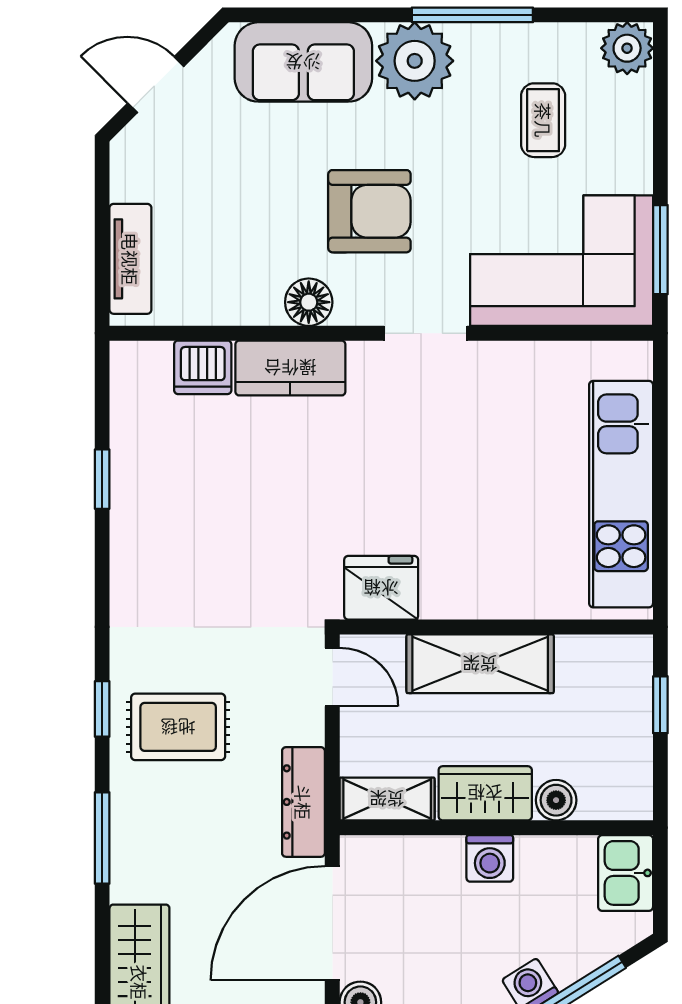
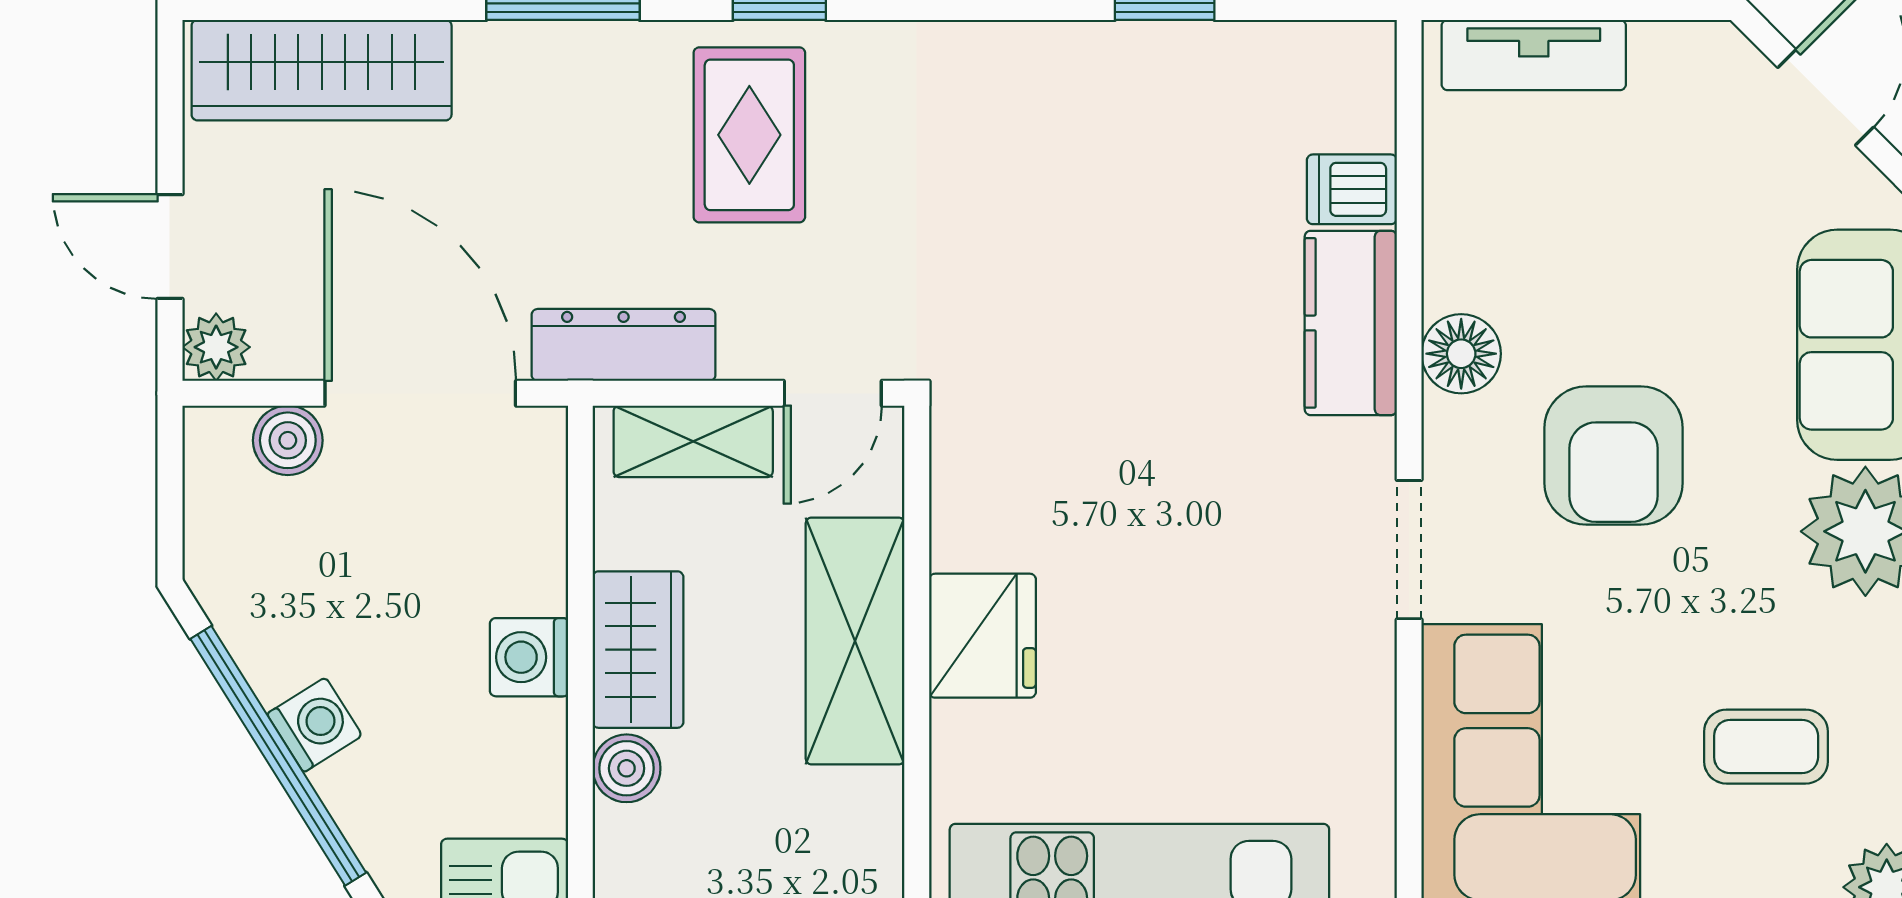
dishwasher: (203, 367) -> (1352, 189), width x0.73
fridge: (381, 588) -> (982, 636), moved
shelving: (387, 799) -> (693, 441), moved, turned 90

